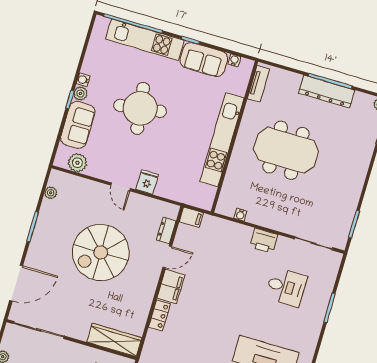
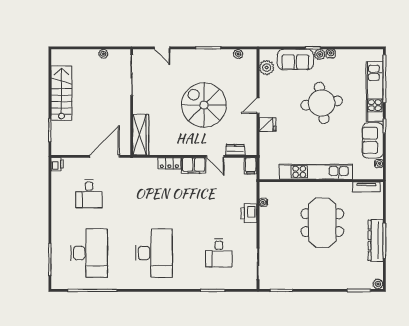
printer: (264, 241) -> (249, 213), moved
door: (16, 283) -> (162, 48), width x0.53

